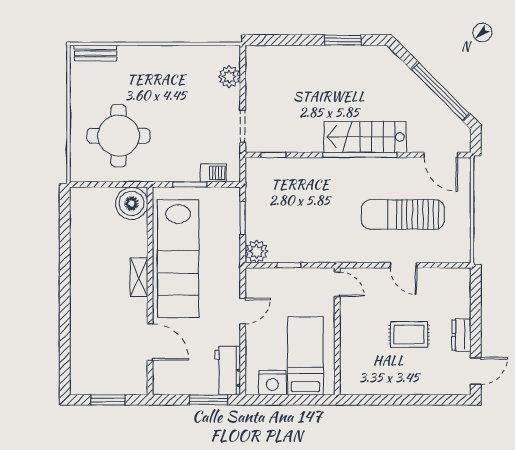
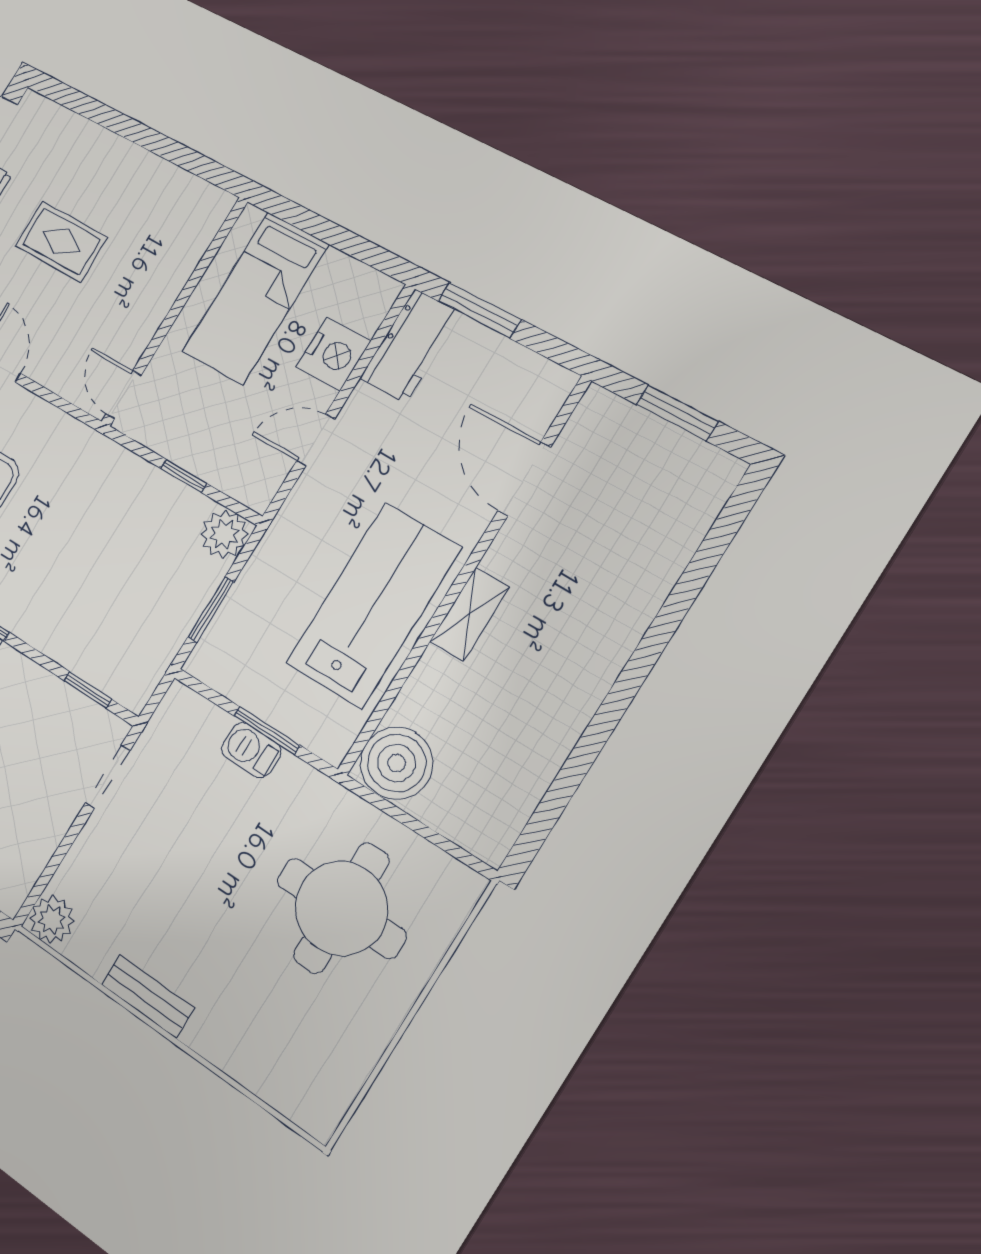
bench: (95, 53) -> (148, 996), moved
plant: (229, 77) -> (52, 920), moved
barbecue: (213, 173) -> (251, 750), moved
lab bench: (178, 259) -> (374, 605), width x0.73
nightstand: (272, 383) -> (333, 354), moved, turned 90

